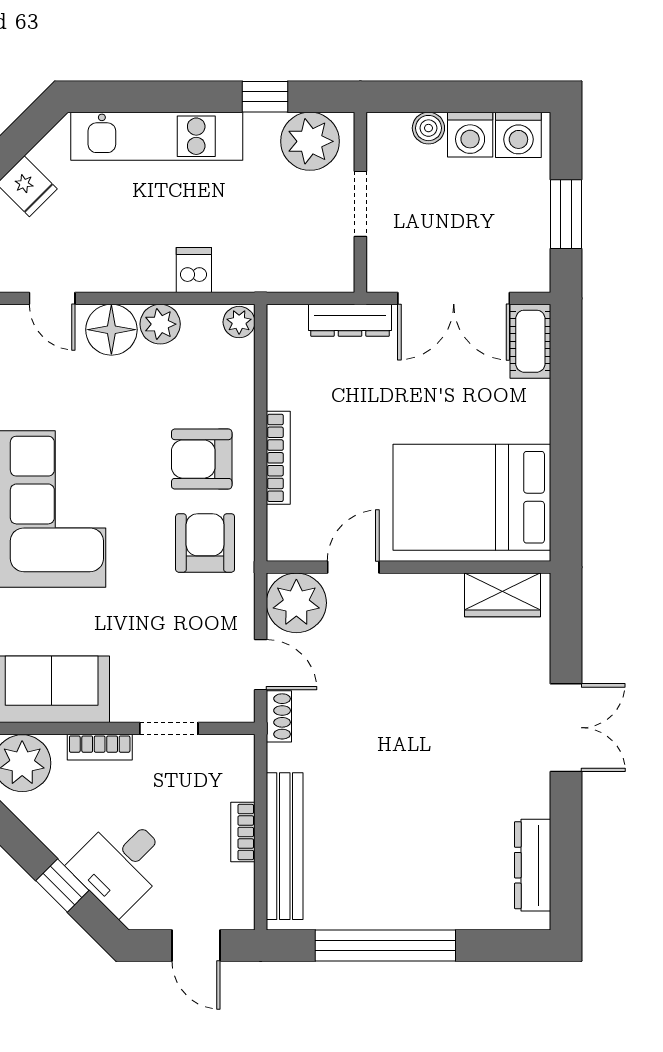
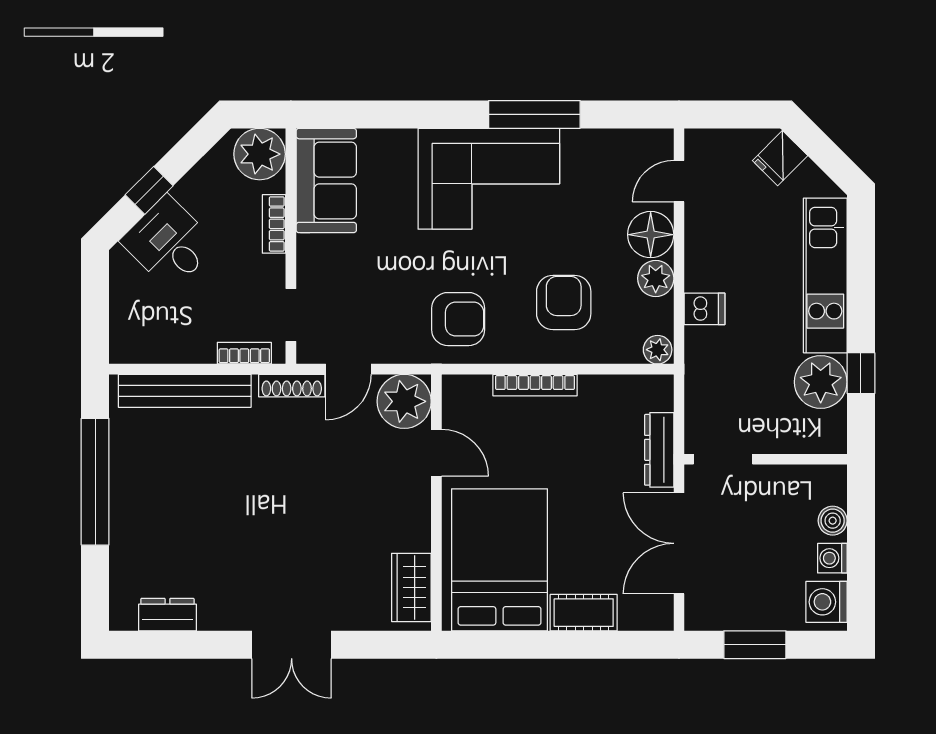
washing machine: (470, 135) -> (832, 558), width x0.73, depth x0.73
plant: (310, 141) -> (821, 382), moved
doorway: (360, 204) -> (723, 459), moved
cot: (530, 341) -> (584, 613), moved
armchair: (202, 459) -> (564, 303), moved
shoe rack: (279, 716) -> (292, 386), width x1.43
doorway: (169, 728) -> (291, 315), moved
bookcase: (243, 832) -> (244, 353), moved
dresser: (533, 865) -> (167, 615), width x0.70
door: (196, 945) -> (95, 311), removed

